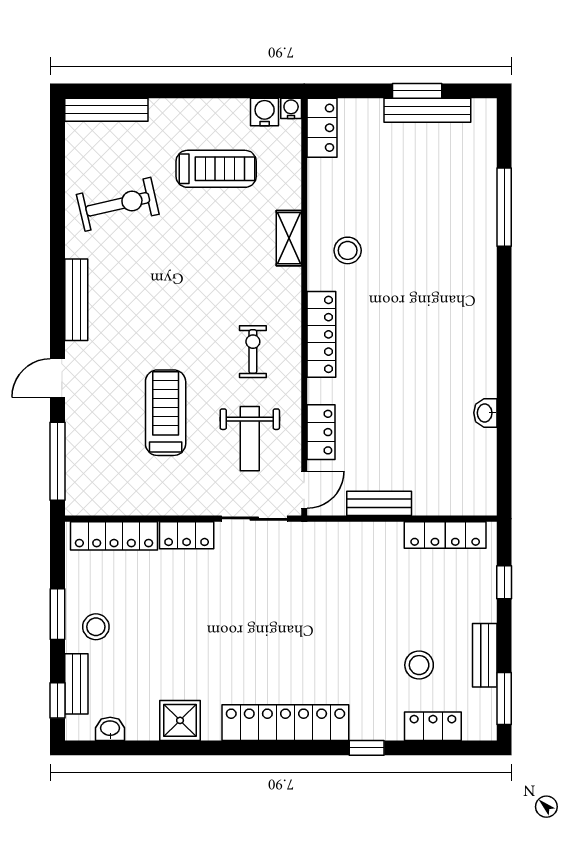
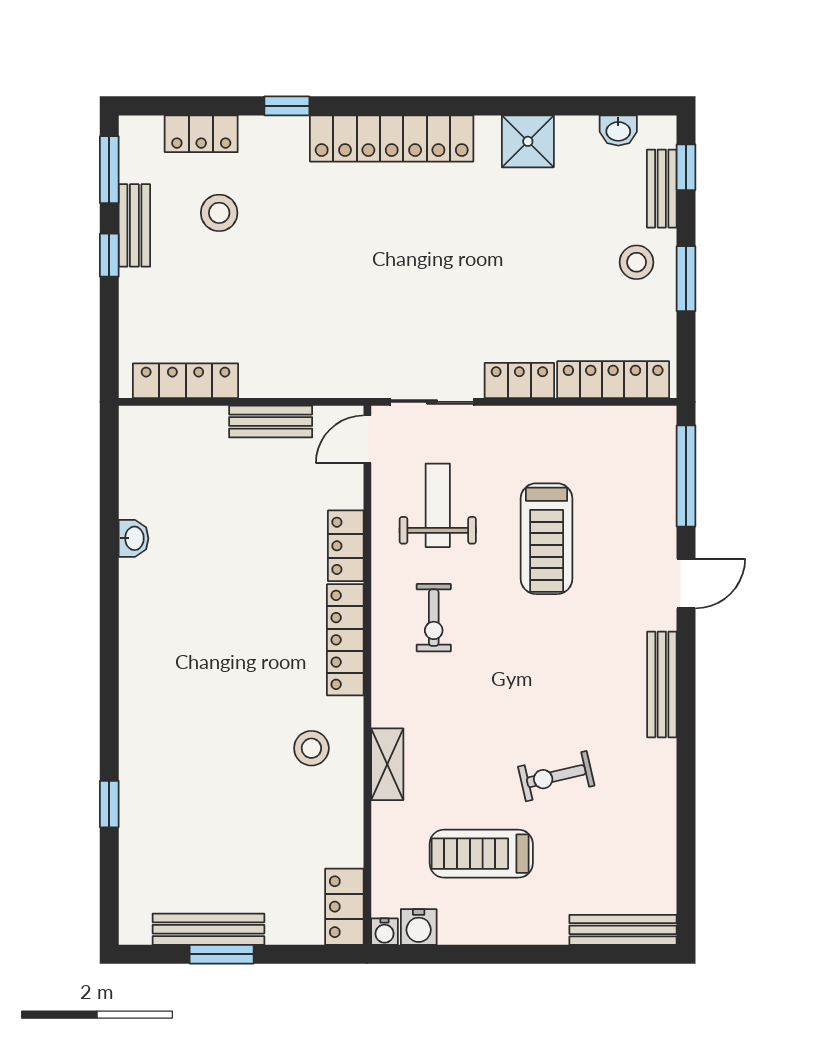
exercise bike: (118, 204) -> (556, 776), moved, width x0.73, depth x0.72
window: (504, 207) -> (109, 804), width x0.46
locker: (321, 432) -> (346, 546), moved
window: (504, 582) -> (109, 255), moved

